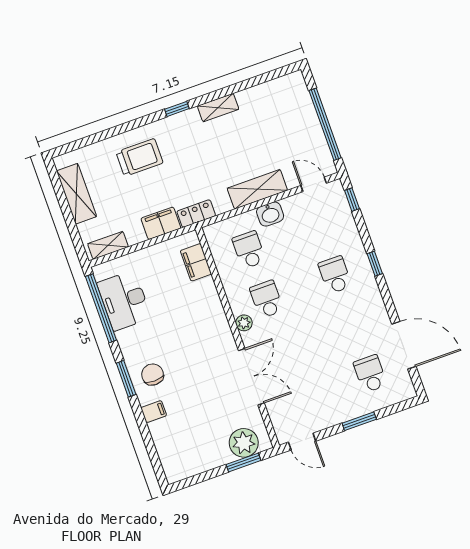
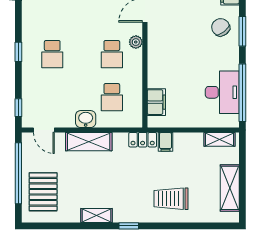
pallet: (289, 113) -> (43, 192), added
filing cabinet: (161, 223) -> (165, 142), width x0.50
chair: (153, 375) -> (221, 27), turned 142

